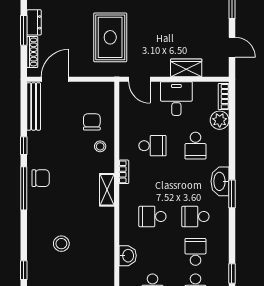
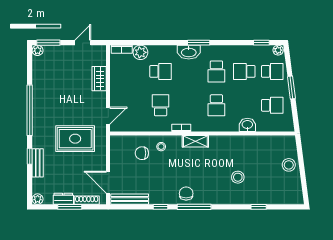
desk: (176, 99) -> (123, 86), removed

